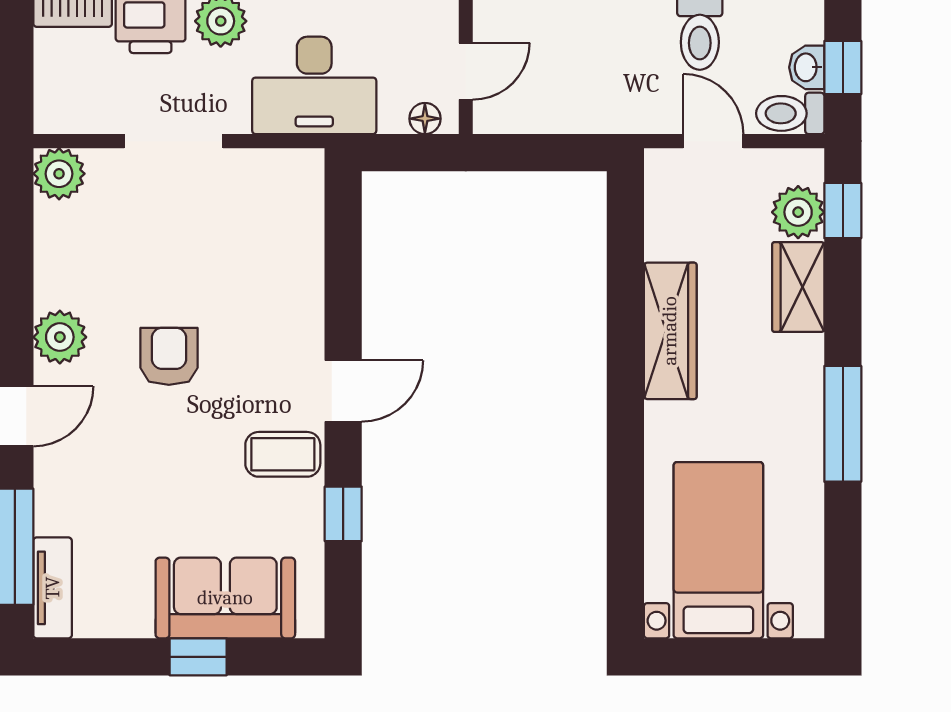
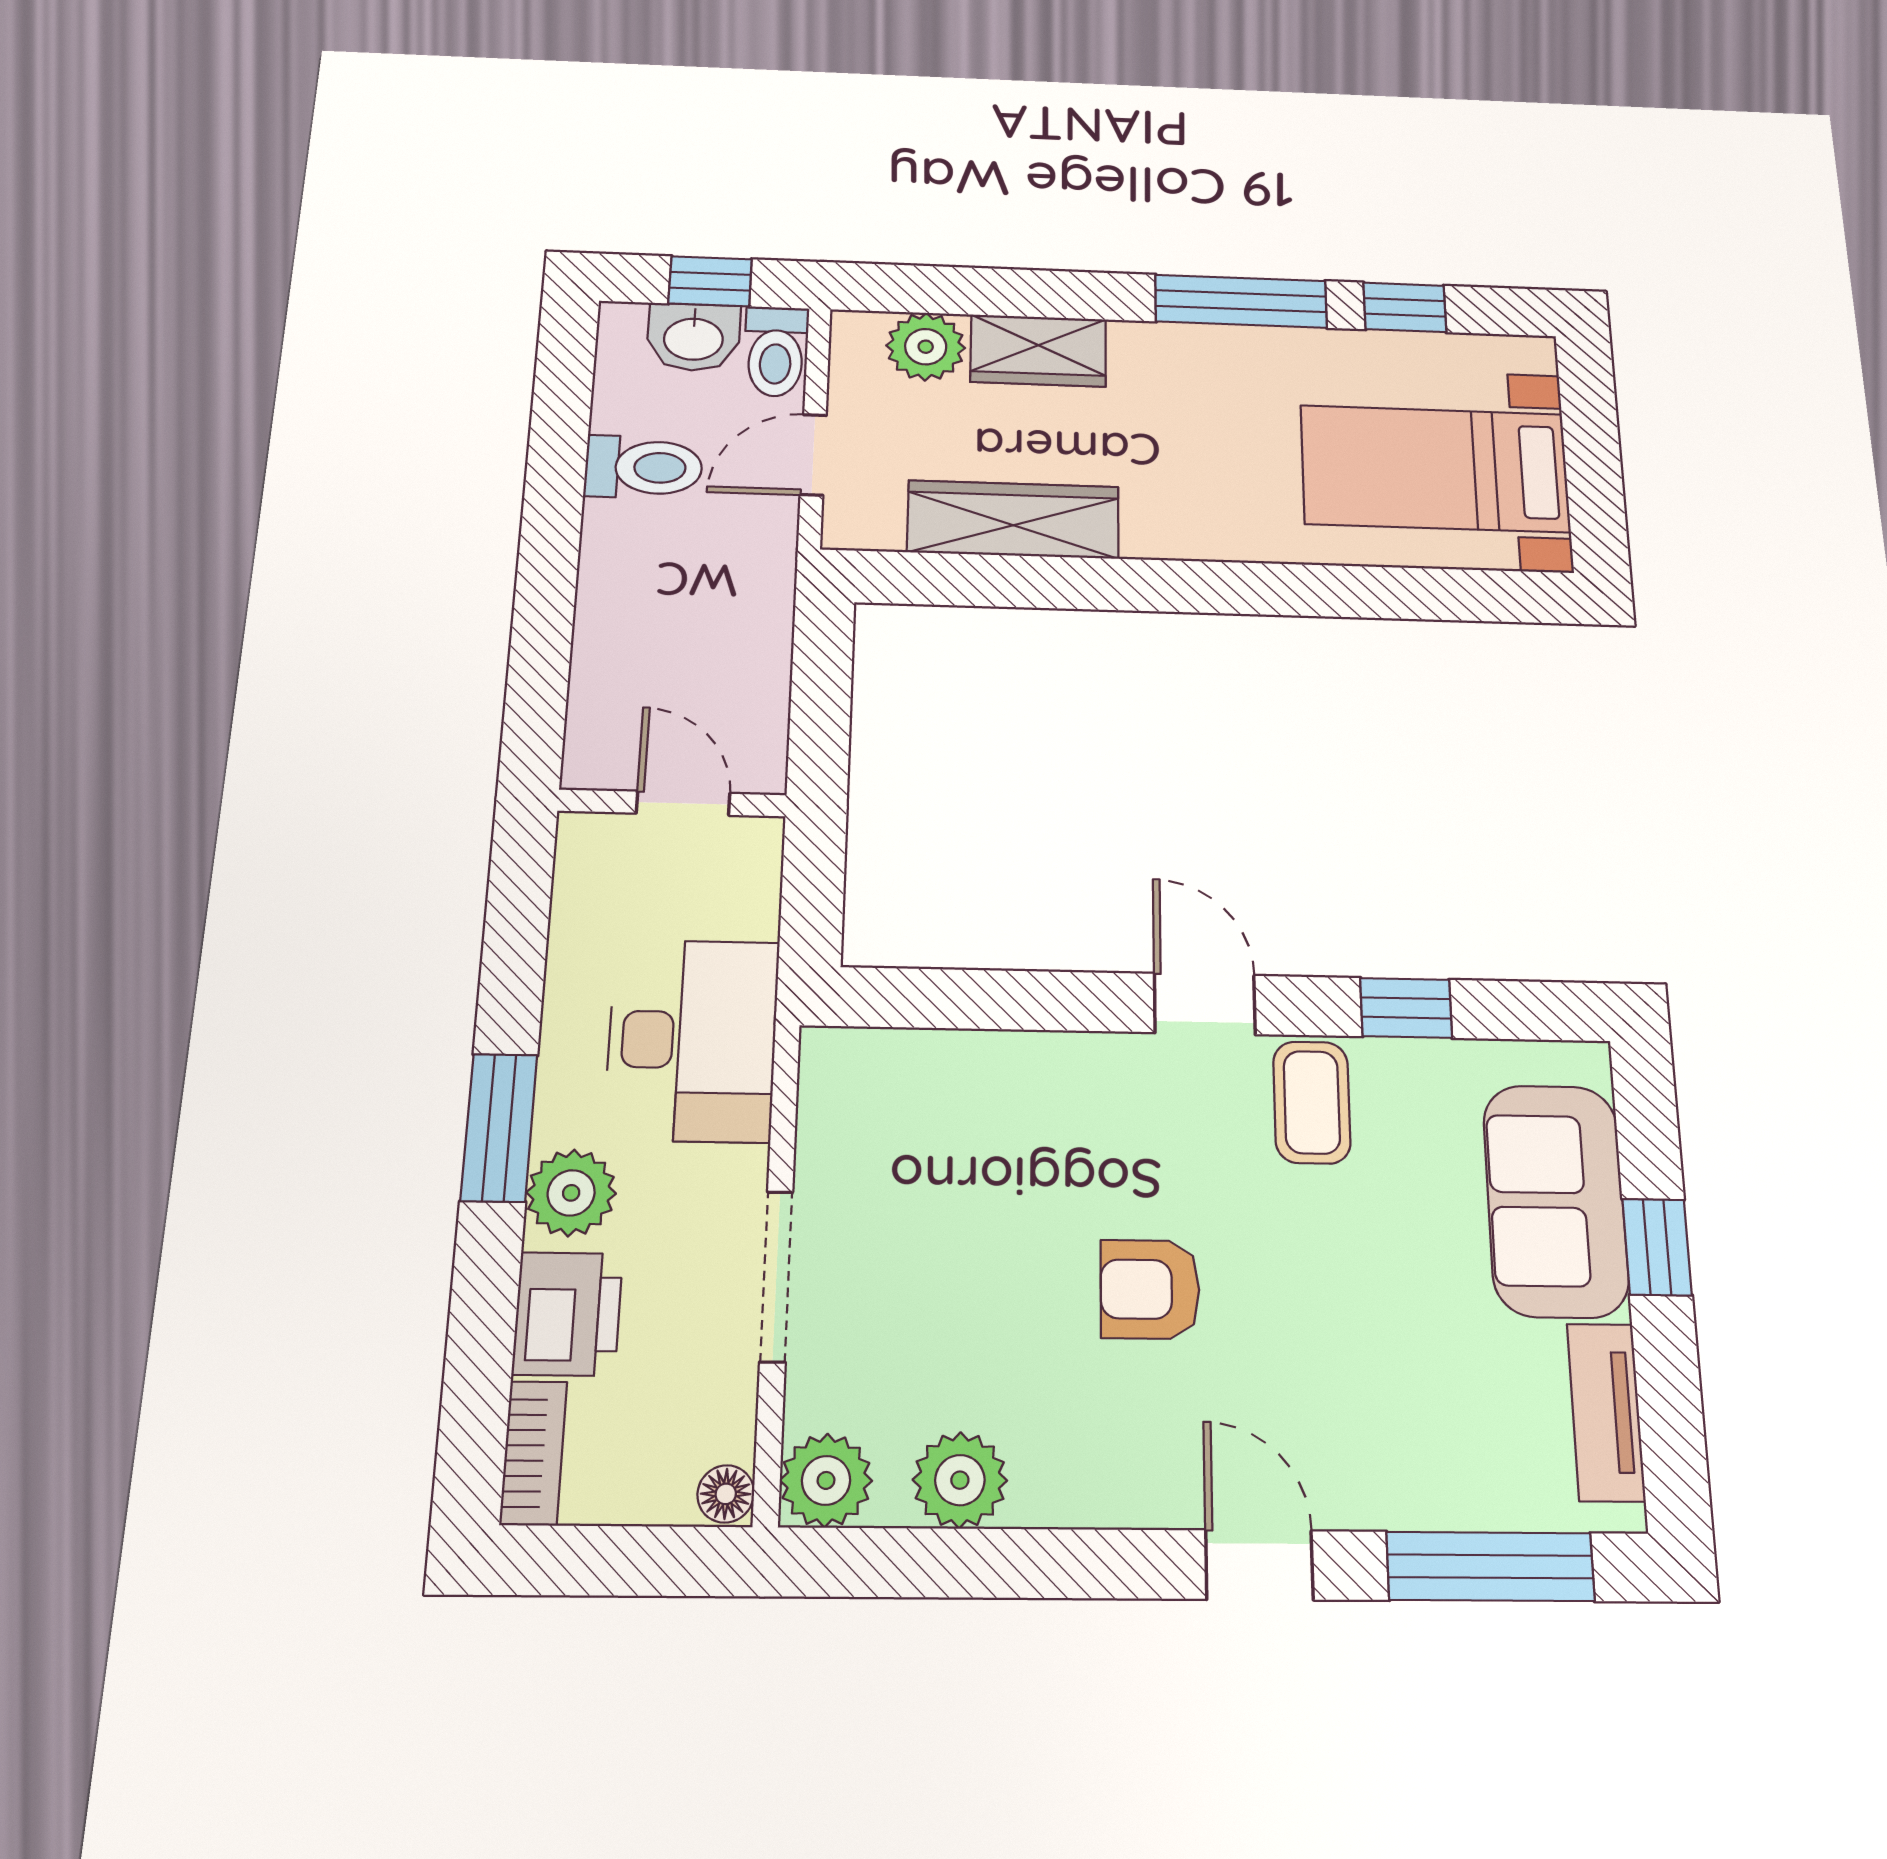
washbasin: (807, 67) -> (694, 337), width x1.38, depth x1.45
floor lamp: (425, 119) -> (726, 1494), moved
window: (843, 211) -> (1405, 307), moved
wardrobe: (670, 331) -> (1013, 519), moved
plant: (60, 337) -> (960, 1480), moved
tv unit: (53, 588) -> (1606, 1412), moved, turned -90

